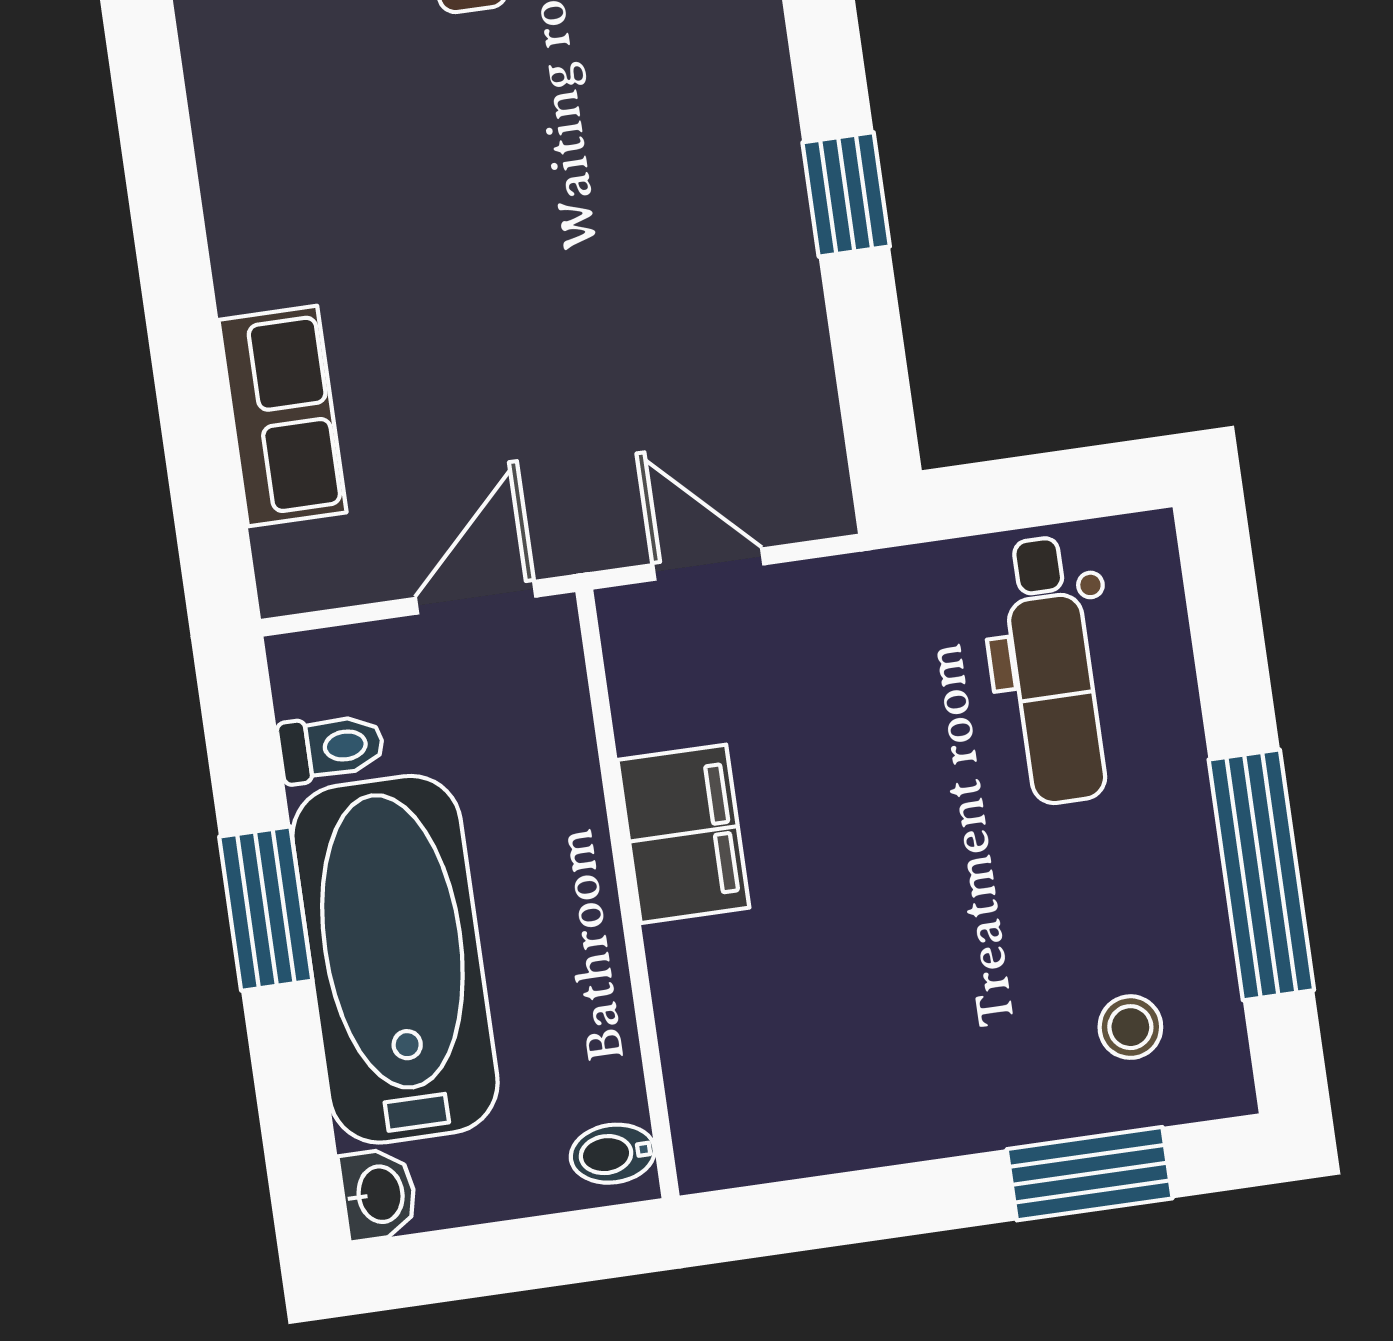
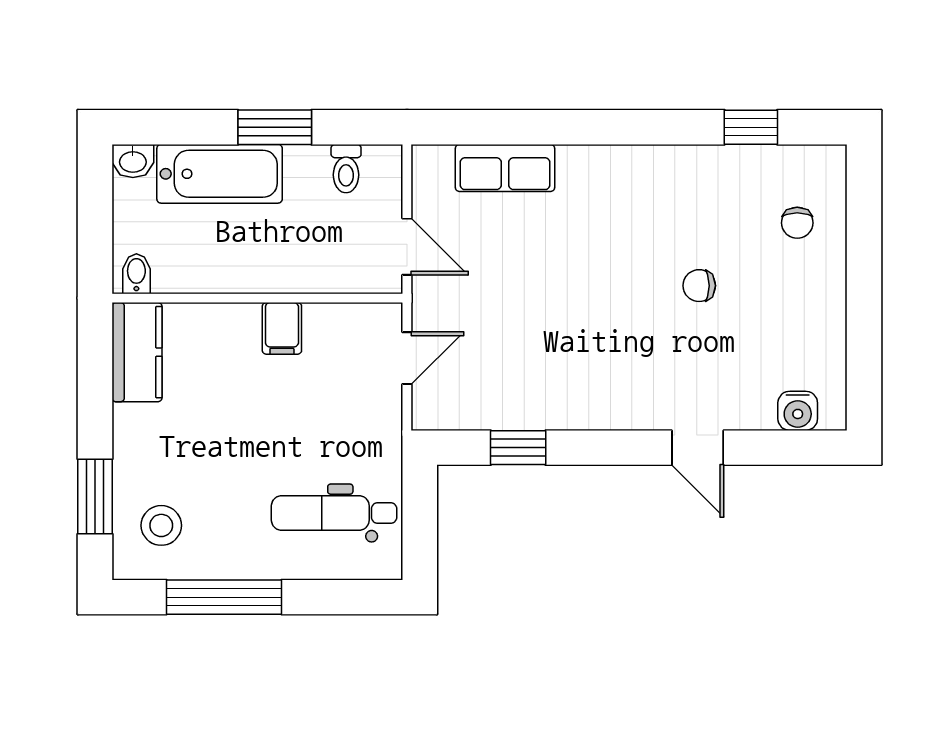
window: (846, 194) -> (518, 448), moved
filing cabinet: (683, 834) -> (282, 328), width x0.50
bathtub: (395, 959) -> (220, 174), width x0.73, depth x0.73
stool: (1130, 1027) -> (161, 525), width x1.37, depth x1.37
kitchen counter: (776, 1129) -> (137, 352), added

